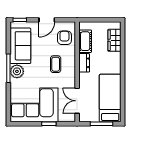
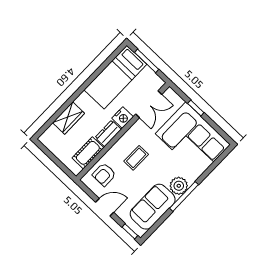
wardrobe: (114, 40) -> (69, 118), moved
nightstand: (85, 79) -> (123, 118), added

